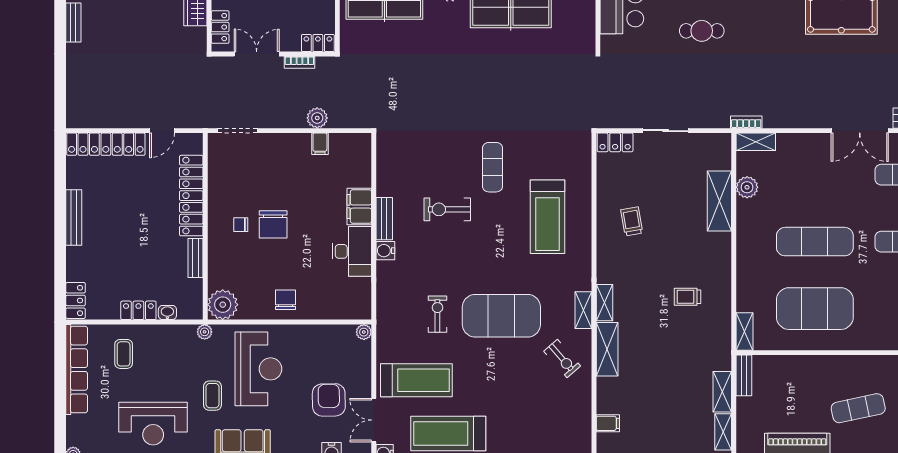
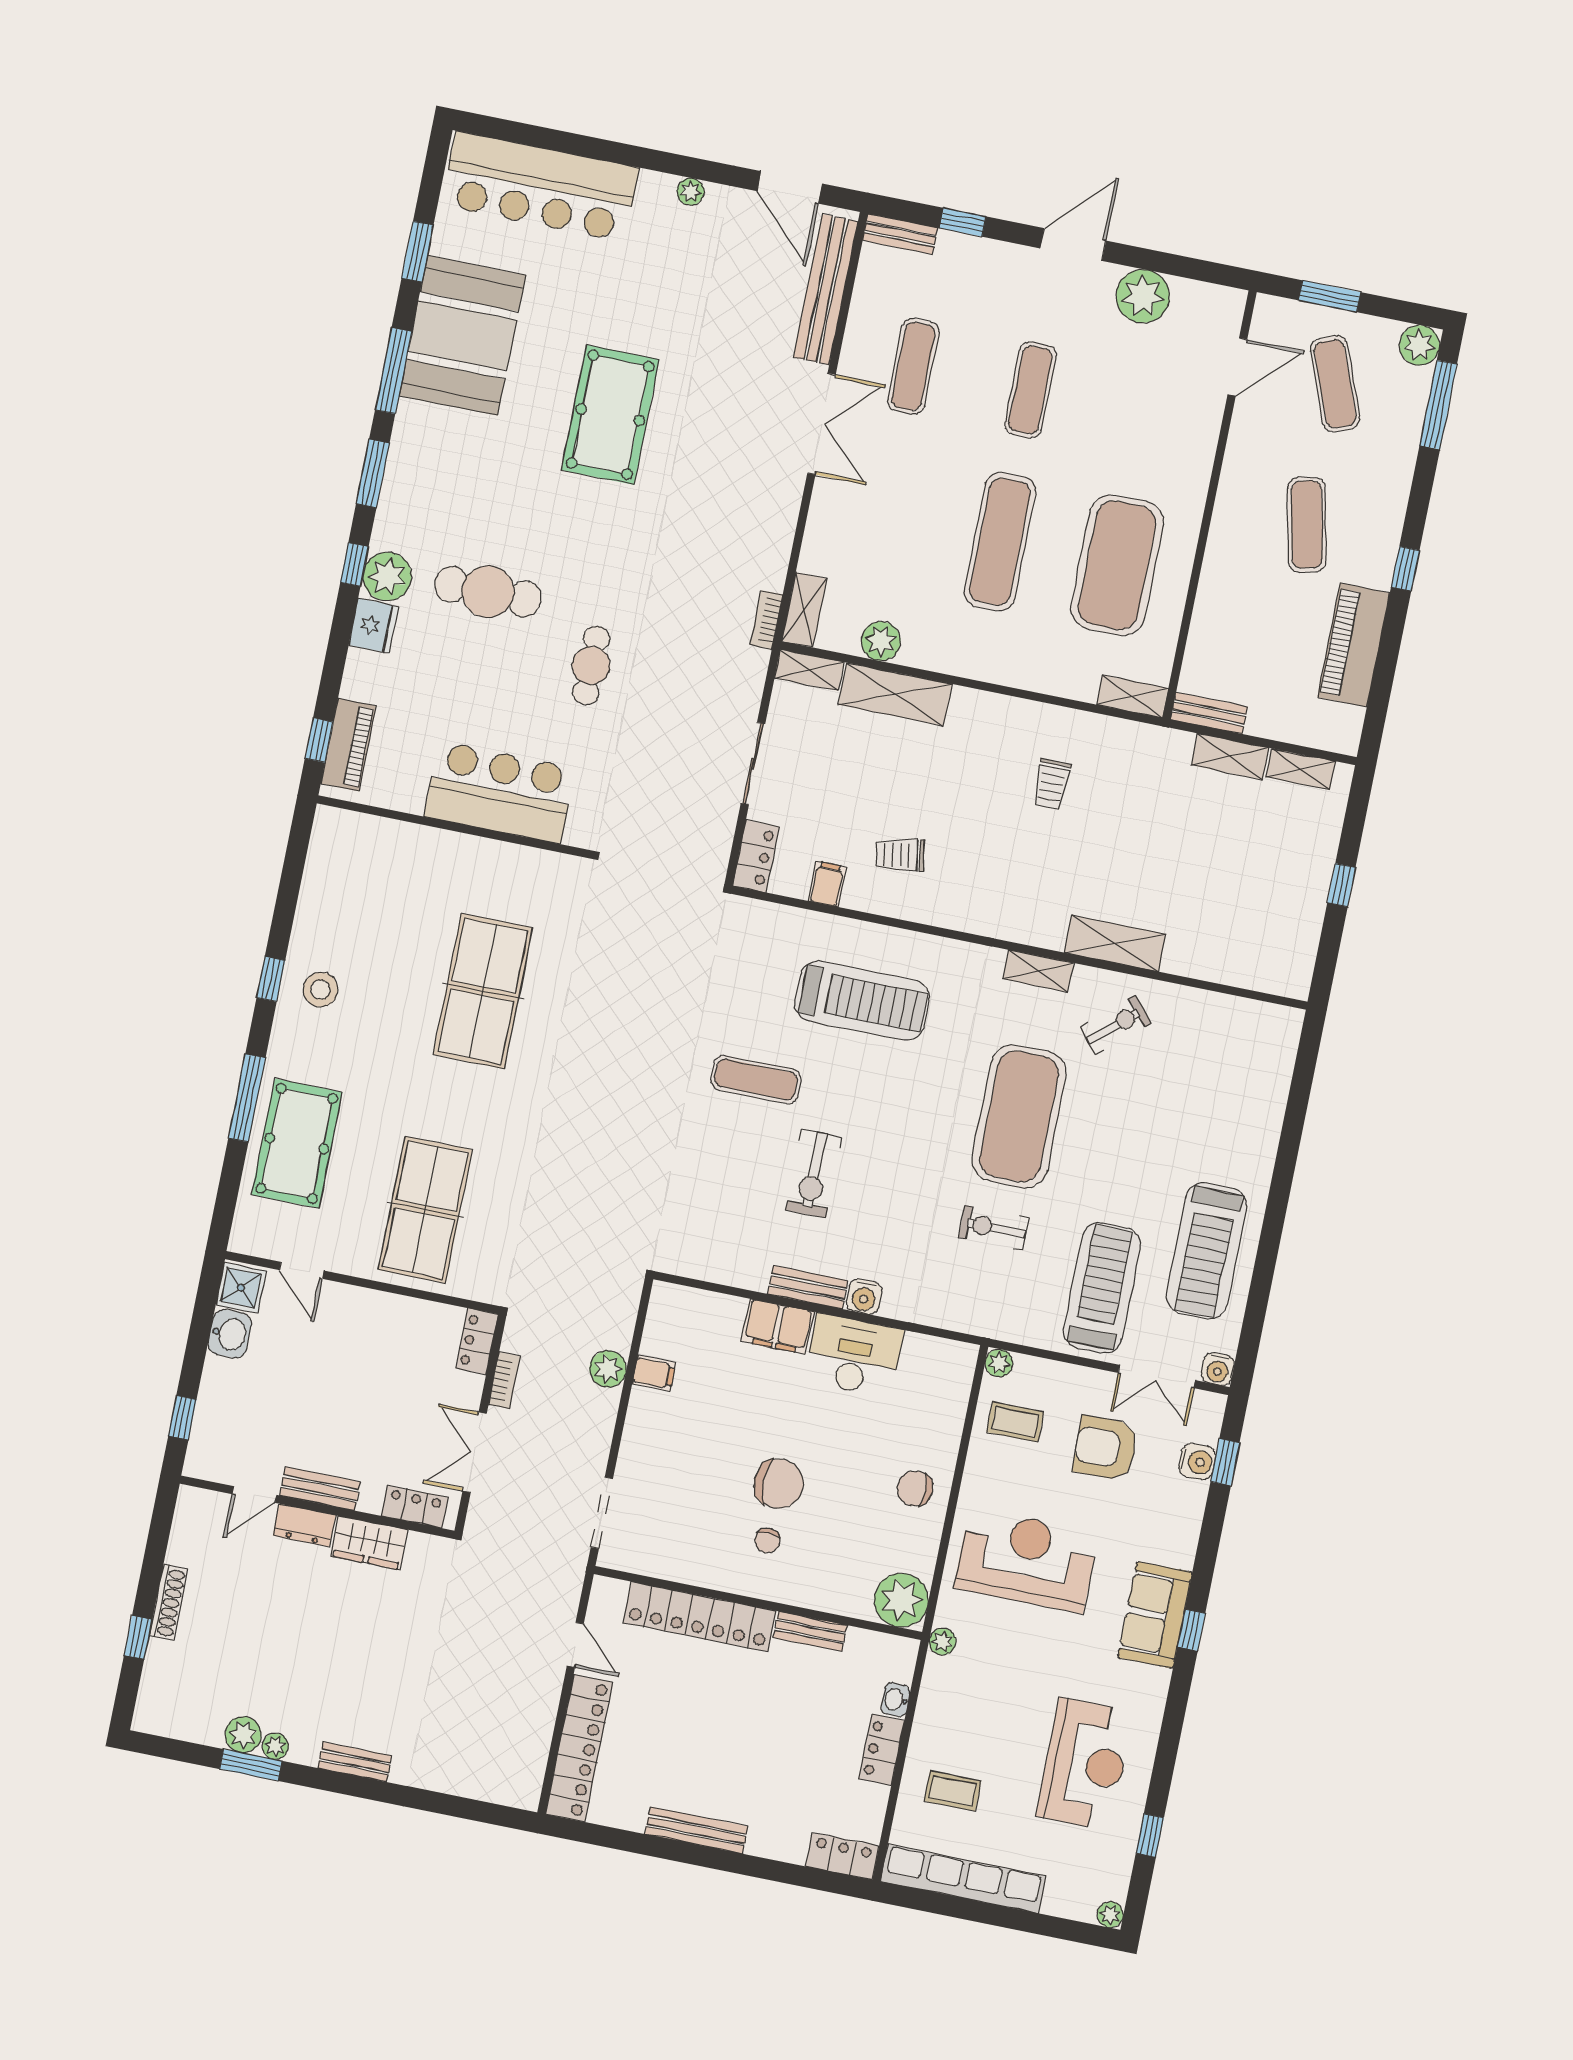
shelving: (604, 303) -> (809, 670), moved
coffee table: (212, 396) -> (1015, 1422), moved
filing cabinet: (608, 423) -> (827, 884), moved

